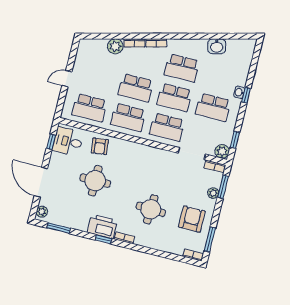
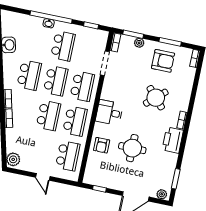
plant: (115, 46) -> (13, 159), moved
window: (246, 95) -> (51, 17), width x3.17
desk: (68, 141) -> (109, 113), moved, turned 90
armchair: (100, 146) -> (102, 145), turned 97
plant: (222, 151) -> (102, 36), removed
round table: (151, 209) -> (156, 98), turned 45
armchair: (192, 219) -> (163, 61), turned 180
window: (103, 239) -> (184, 139), removed
window: (210, 239) -> (170, 42), moved

